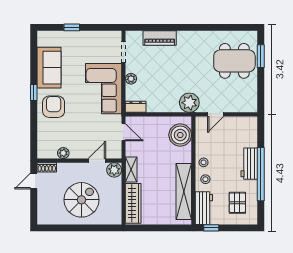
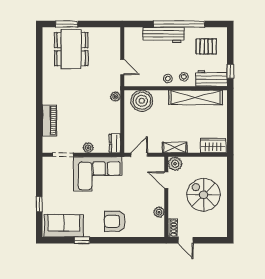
sofa: (49, 68) -> (64, 226), moved
window: (34, 92) -> (82, 240), moved
plant: (189, 103) -> (115, 96), width x0.53, depth x0.53
workbench: (249, 164) -> (163, 35), width x1.37
wardrobe: (133, 203) -> (213, 146), width x0.67

